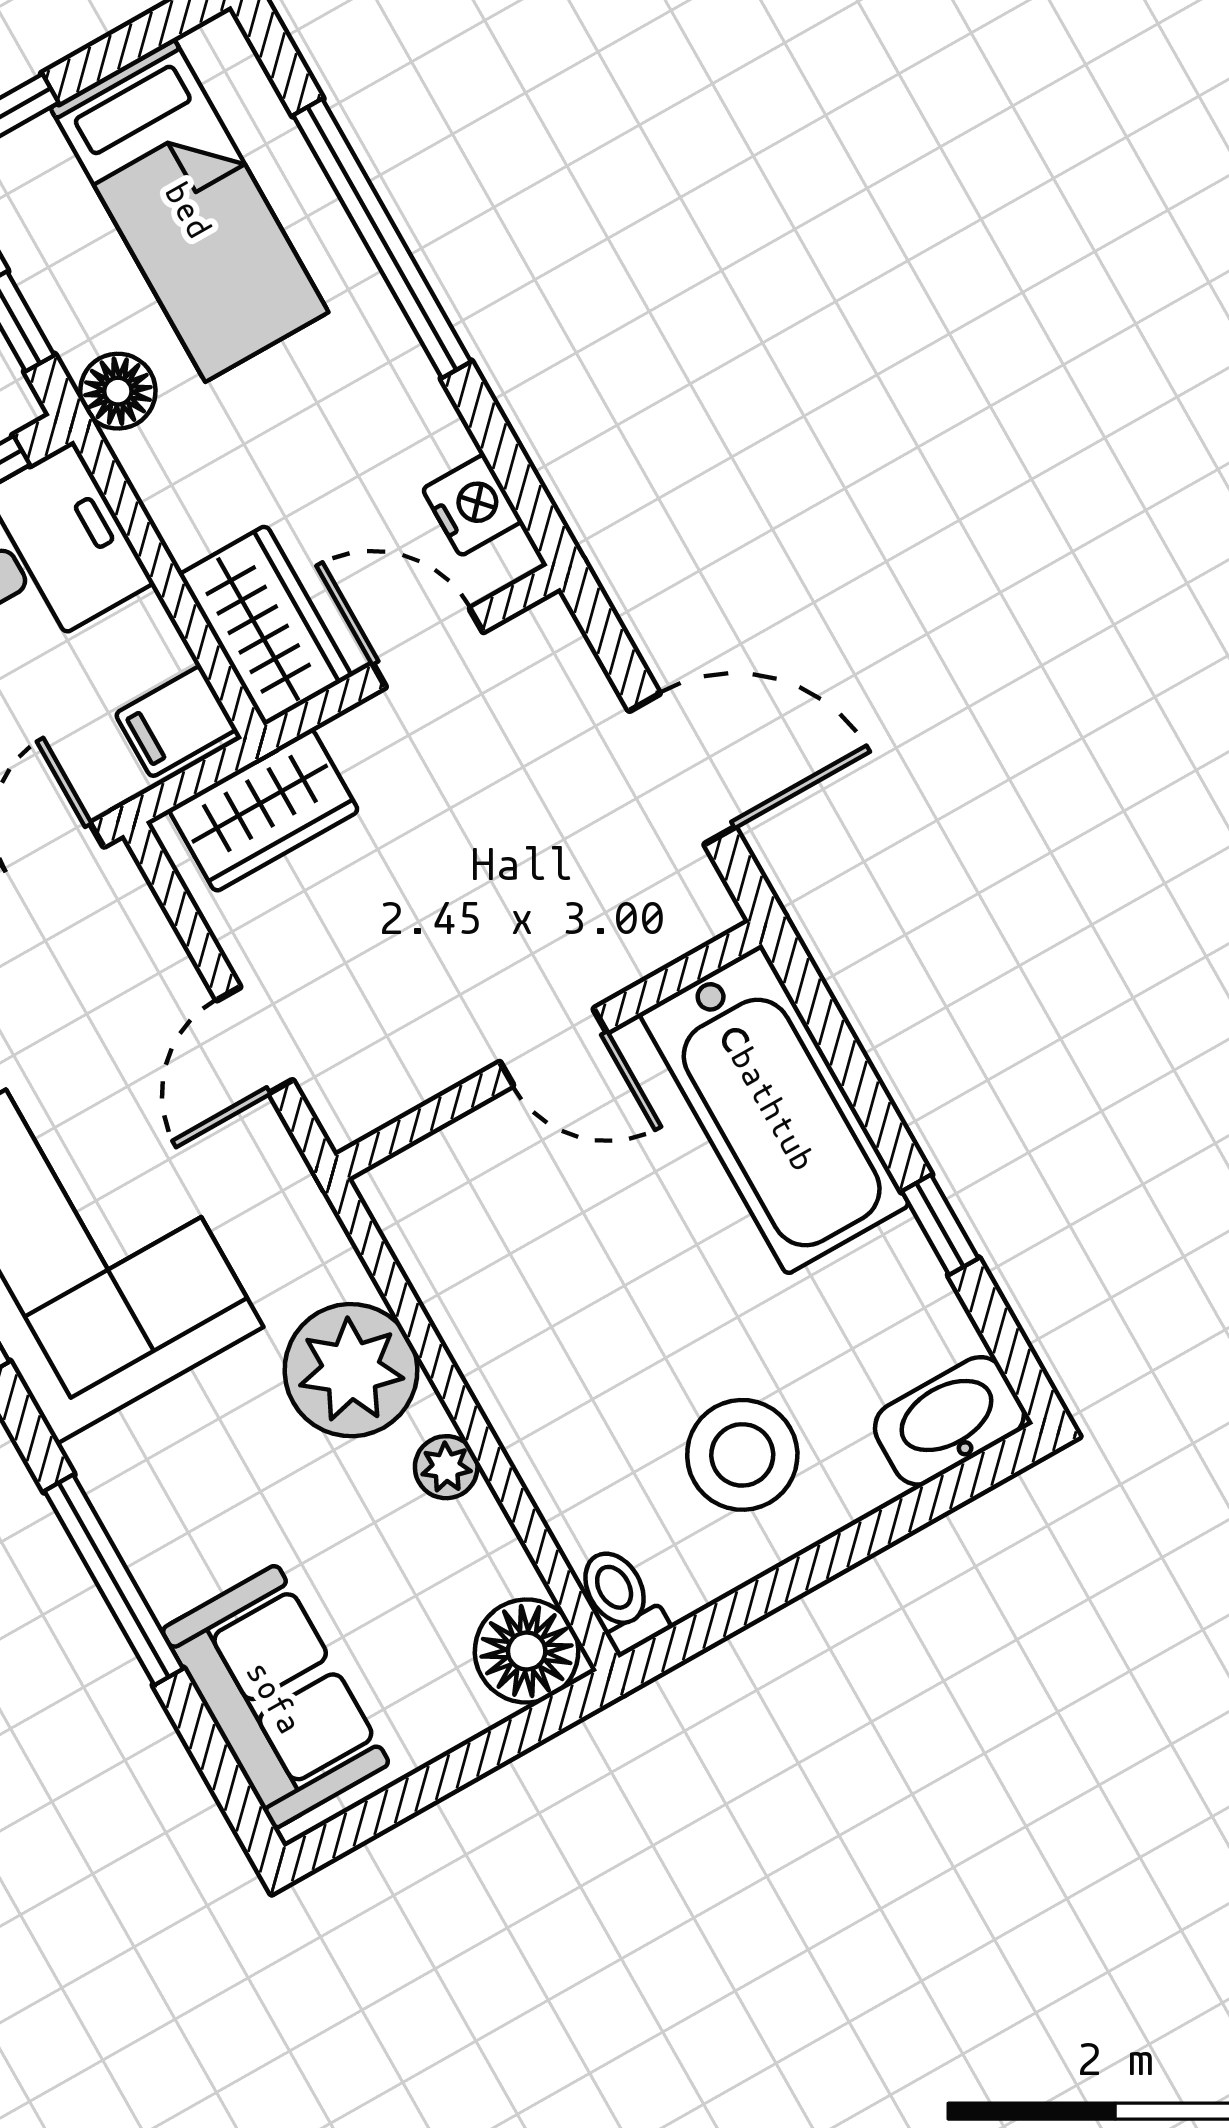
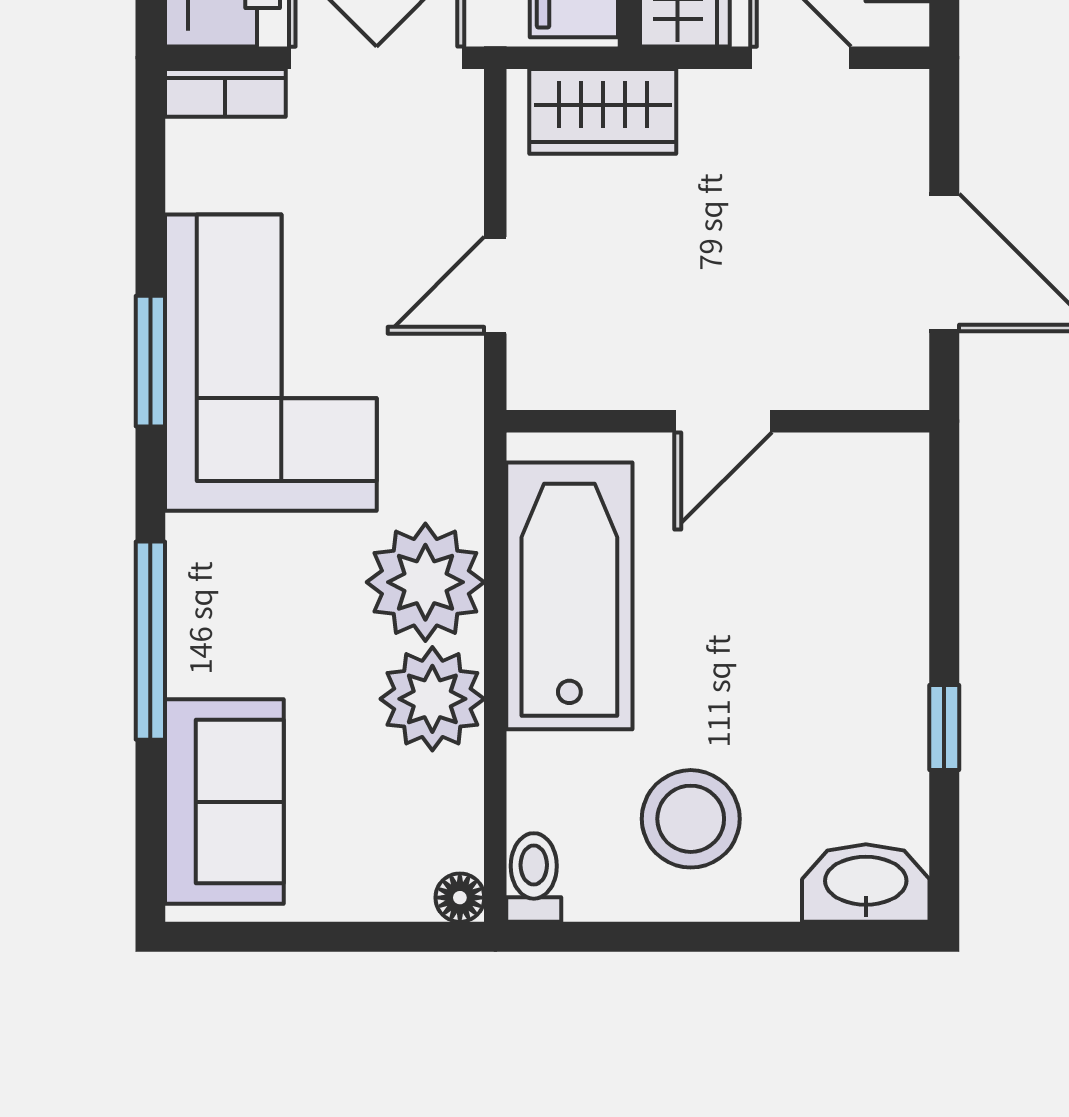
door: (553, 1047) -> (723, 421), hinge flipped
bathtub: (774, 1109) -> (569, 596), moved, turned 180
plant: (446, 1467) -> (432, 699), width x1.87, depth x1.87
floor lamp: (527, 1651) -> (460, 898), width x0.53, depth x0.53

